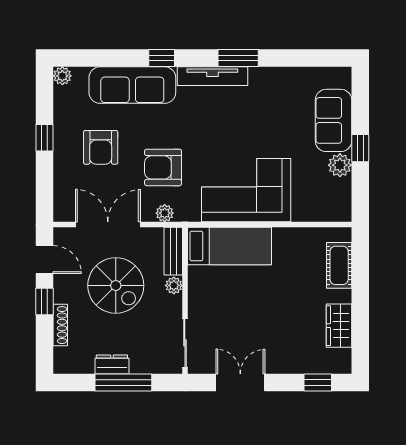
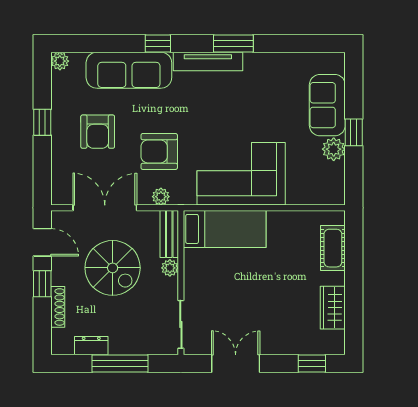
dresser: (112, 364) -> (91, 346), moved

